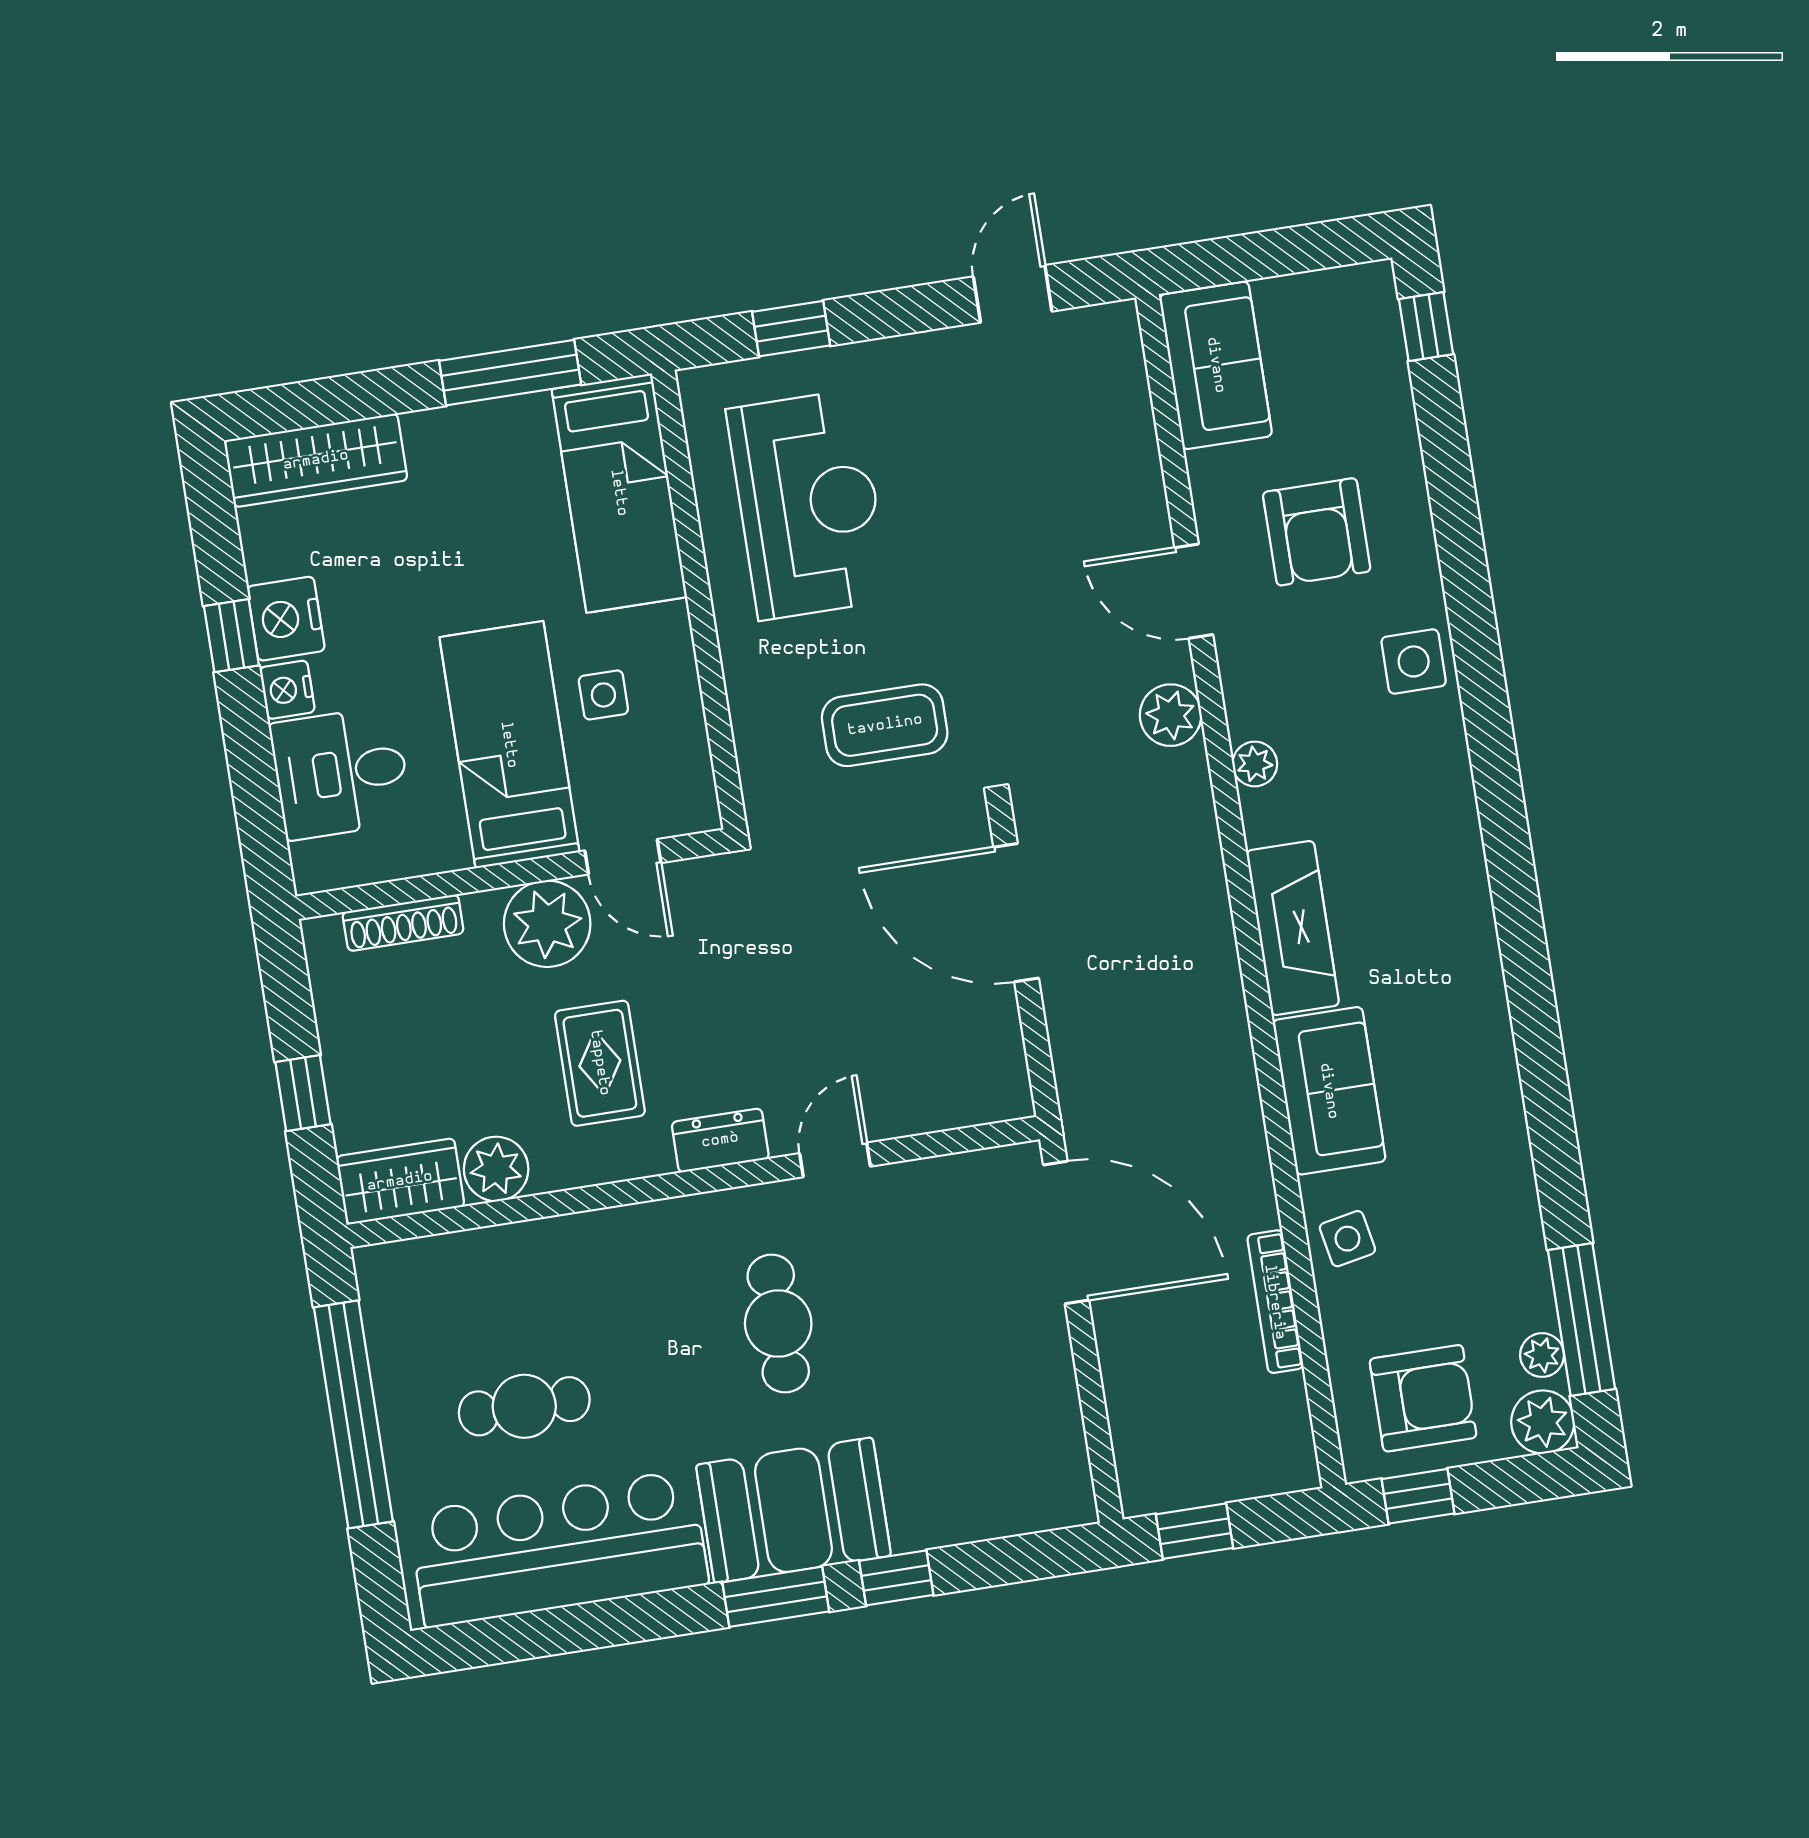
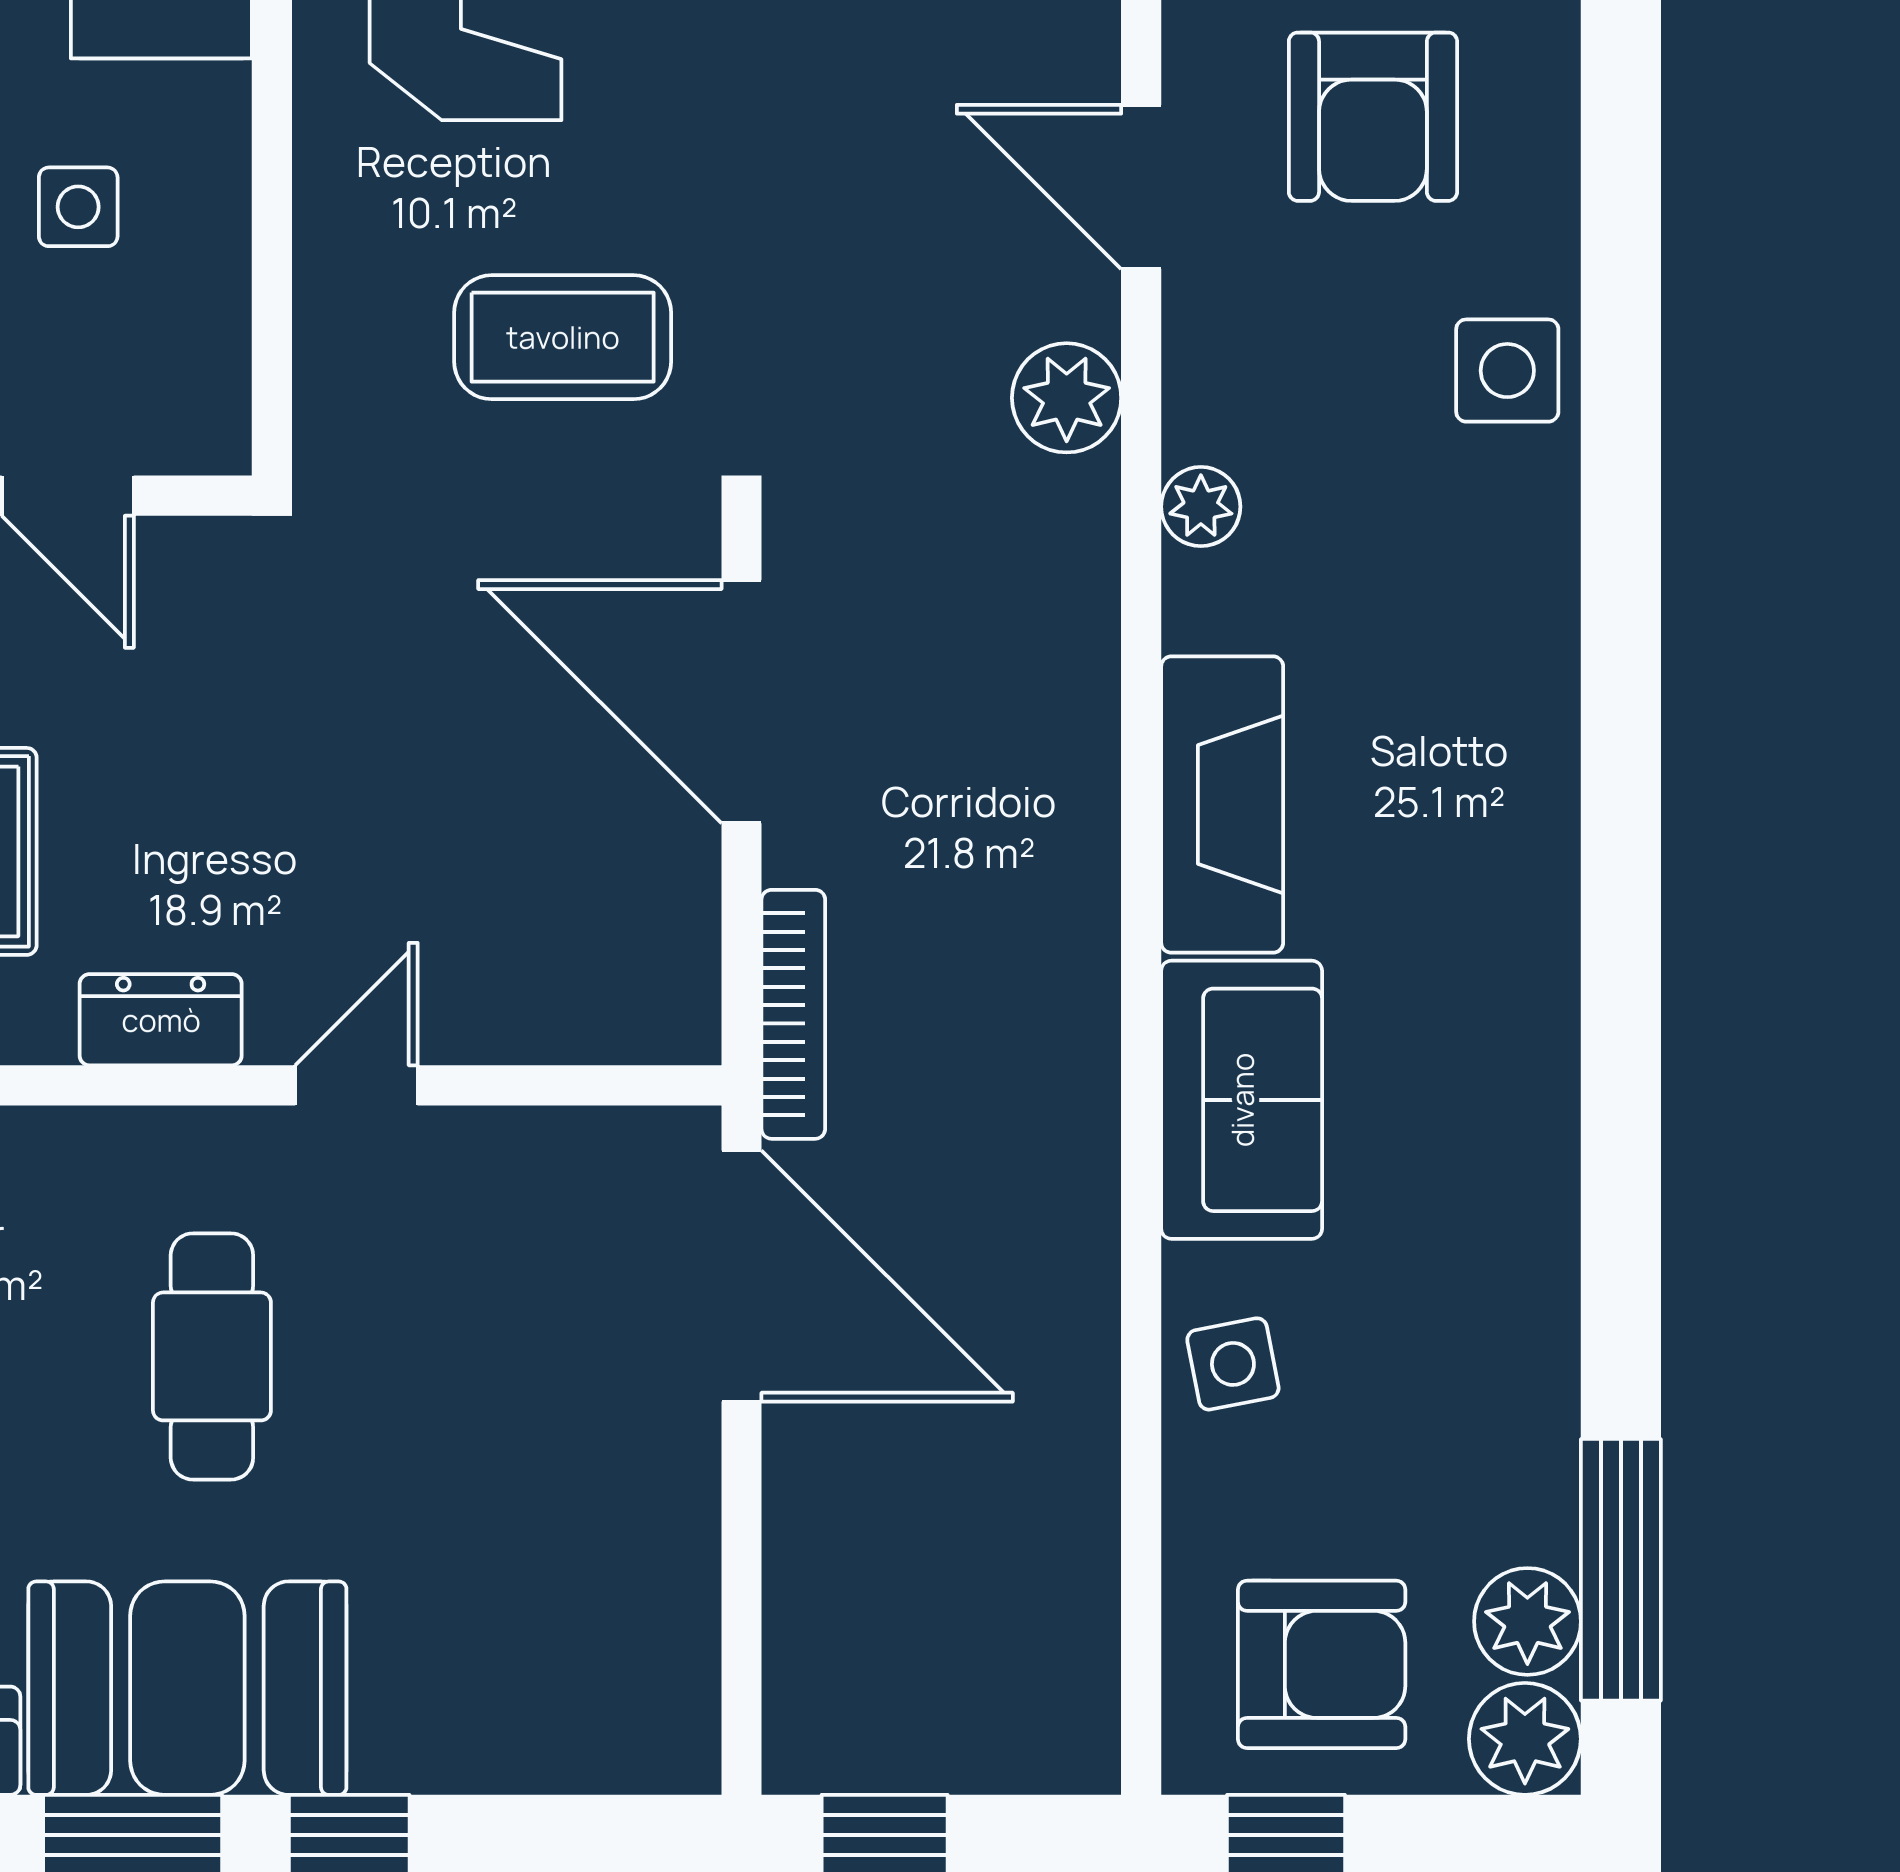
bookcase: (1275, 1302) -> (793, 1014), moved, turned 180
plant: (1542, 1355) -> (1527, 1621), width x1.38, depth x1.38

